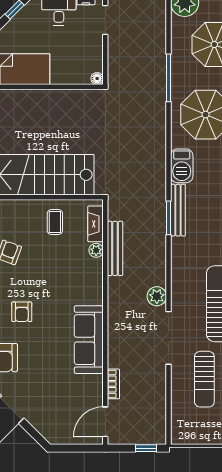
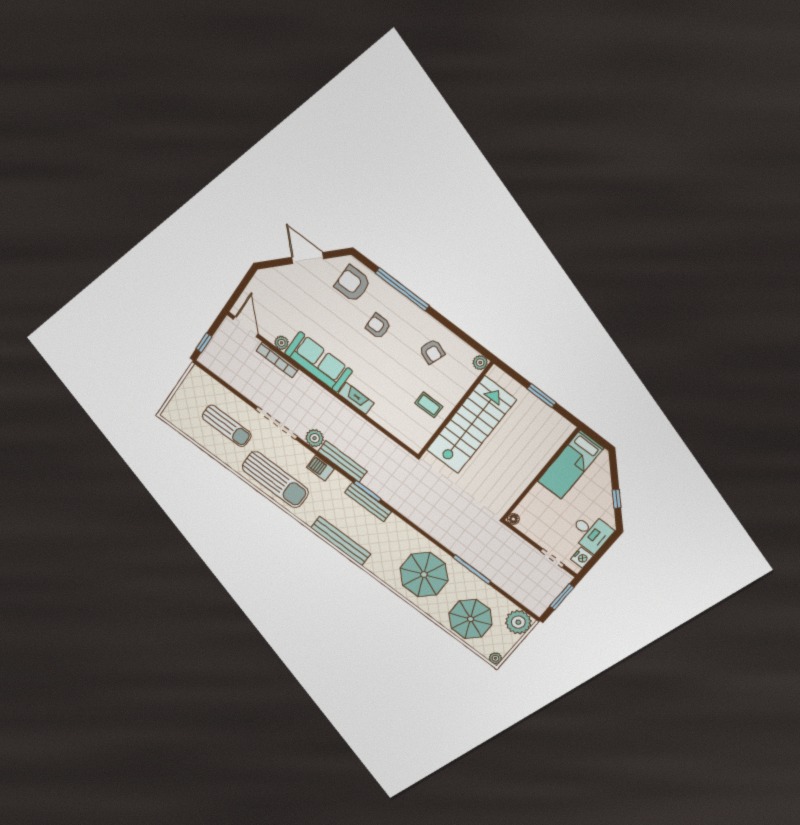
barbecue: (182, 166) -> (320, 468), moved, width x0.73, depth x0.79
fireplace: (96, 224) -> (356, 398), moved
bench: (115, 248) -> (342, 461), moved
plant: (96, 250) -> (281, 343), moved
sun lounger: (204, 379) -> (227, 426), turned 180
bookcase: (113, 384) -> (277, 360), width x1.56

